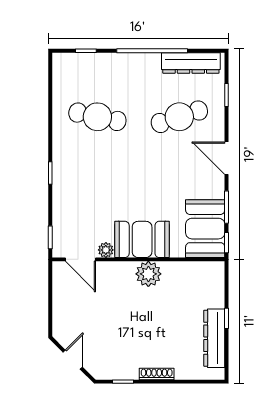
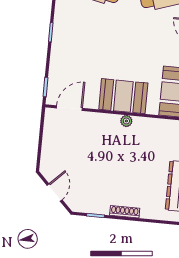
plant: (106, 250) -> (92, 102), removed
door: (81, 259) -> (69, 108), swing flipped
plant: (148, 274) -> (126, 121), width x0.53, depth x0.53

